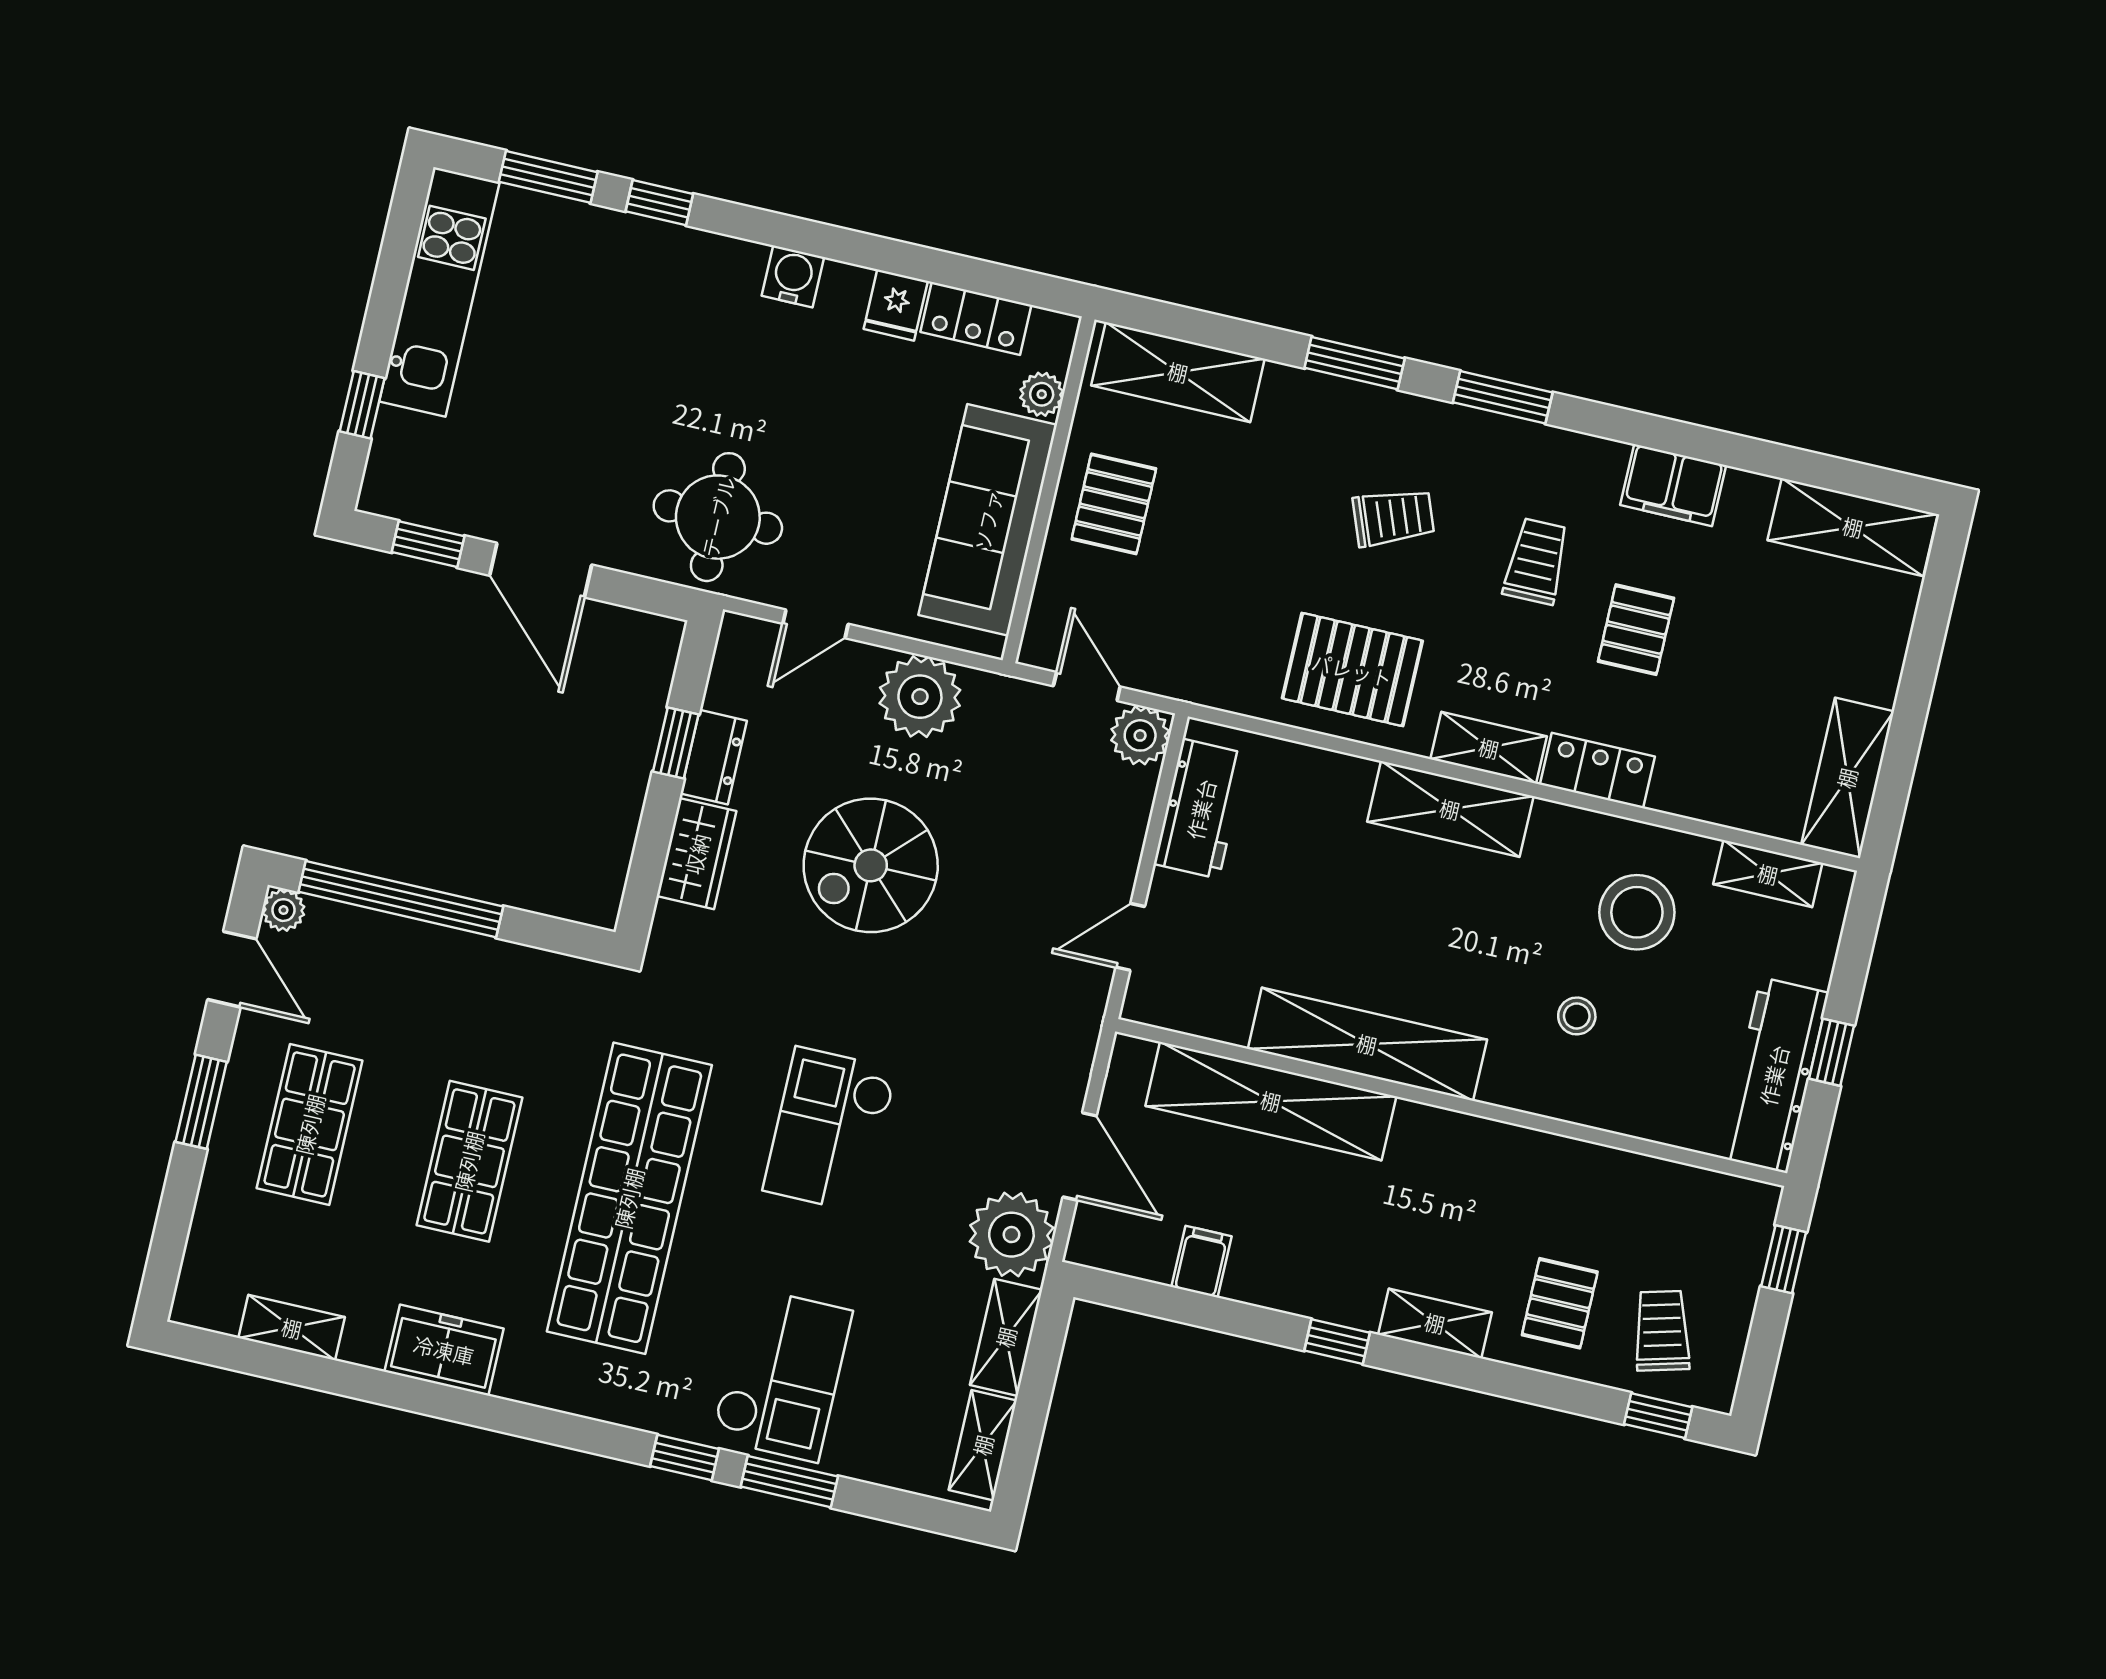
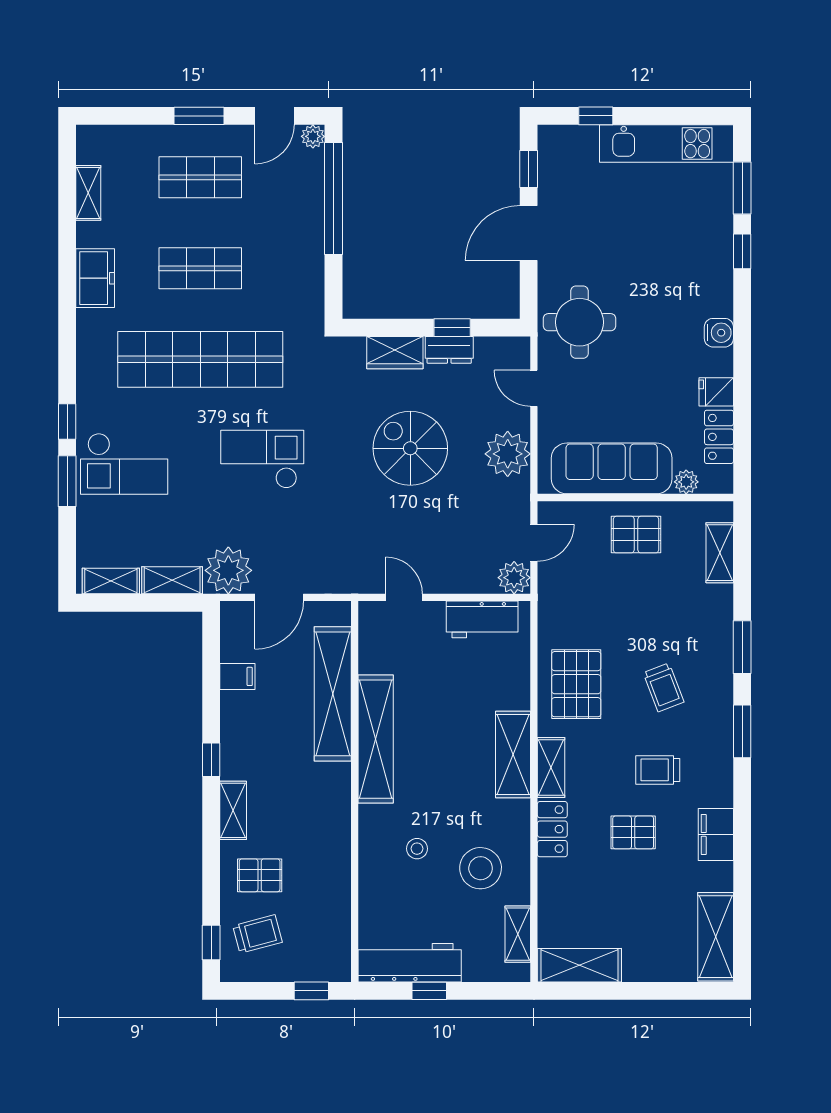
shelving: (1178, 372) -> (720, 553), width x0.67, depth x0.75
trolley: (1536, 561) -> (658, 770), turned 180

